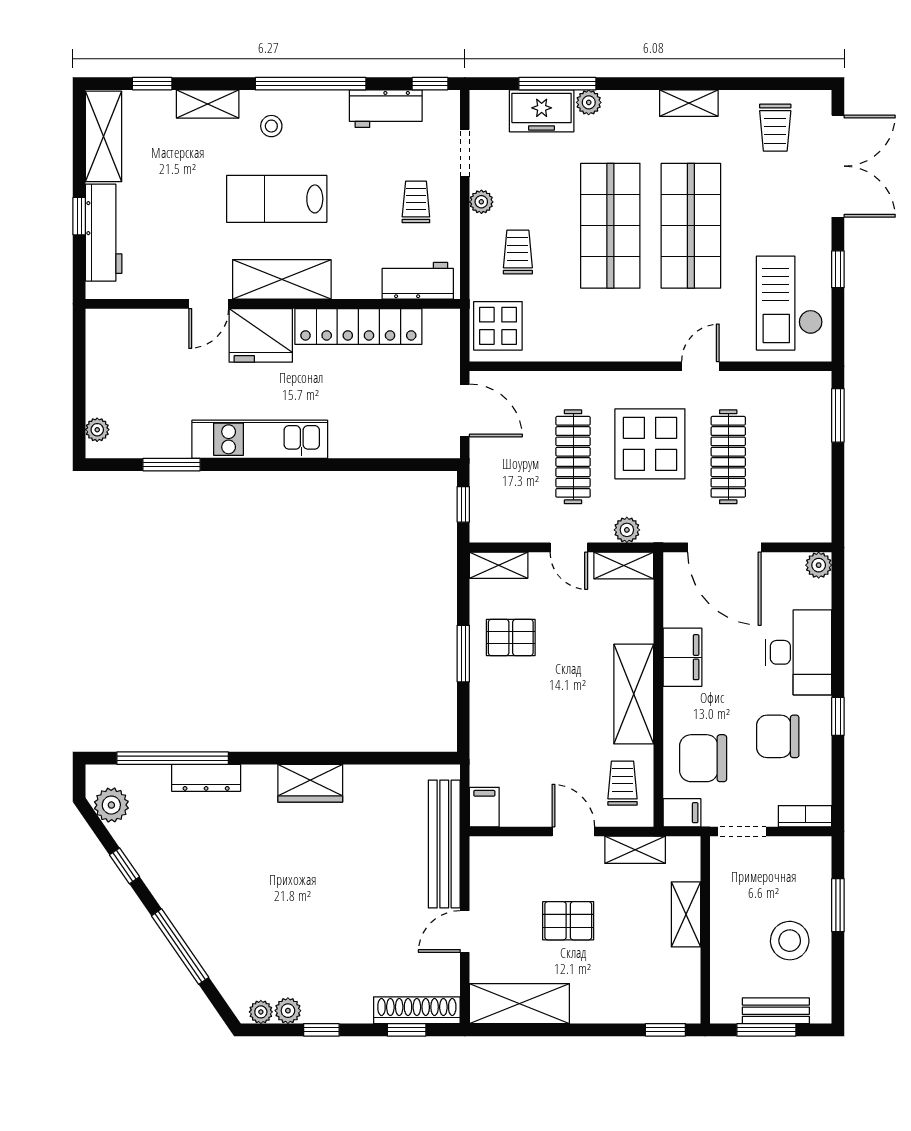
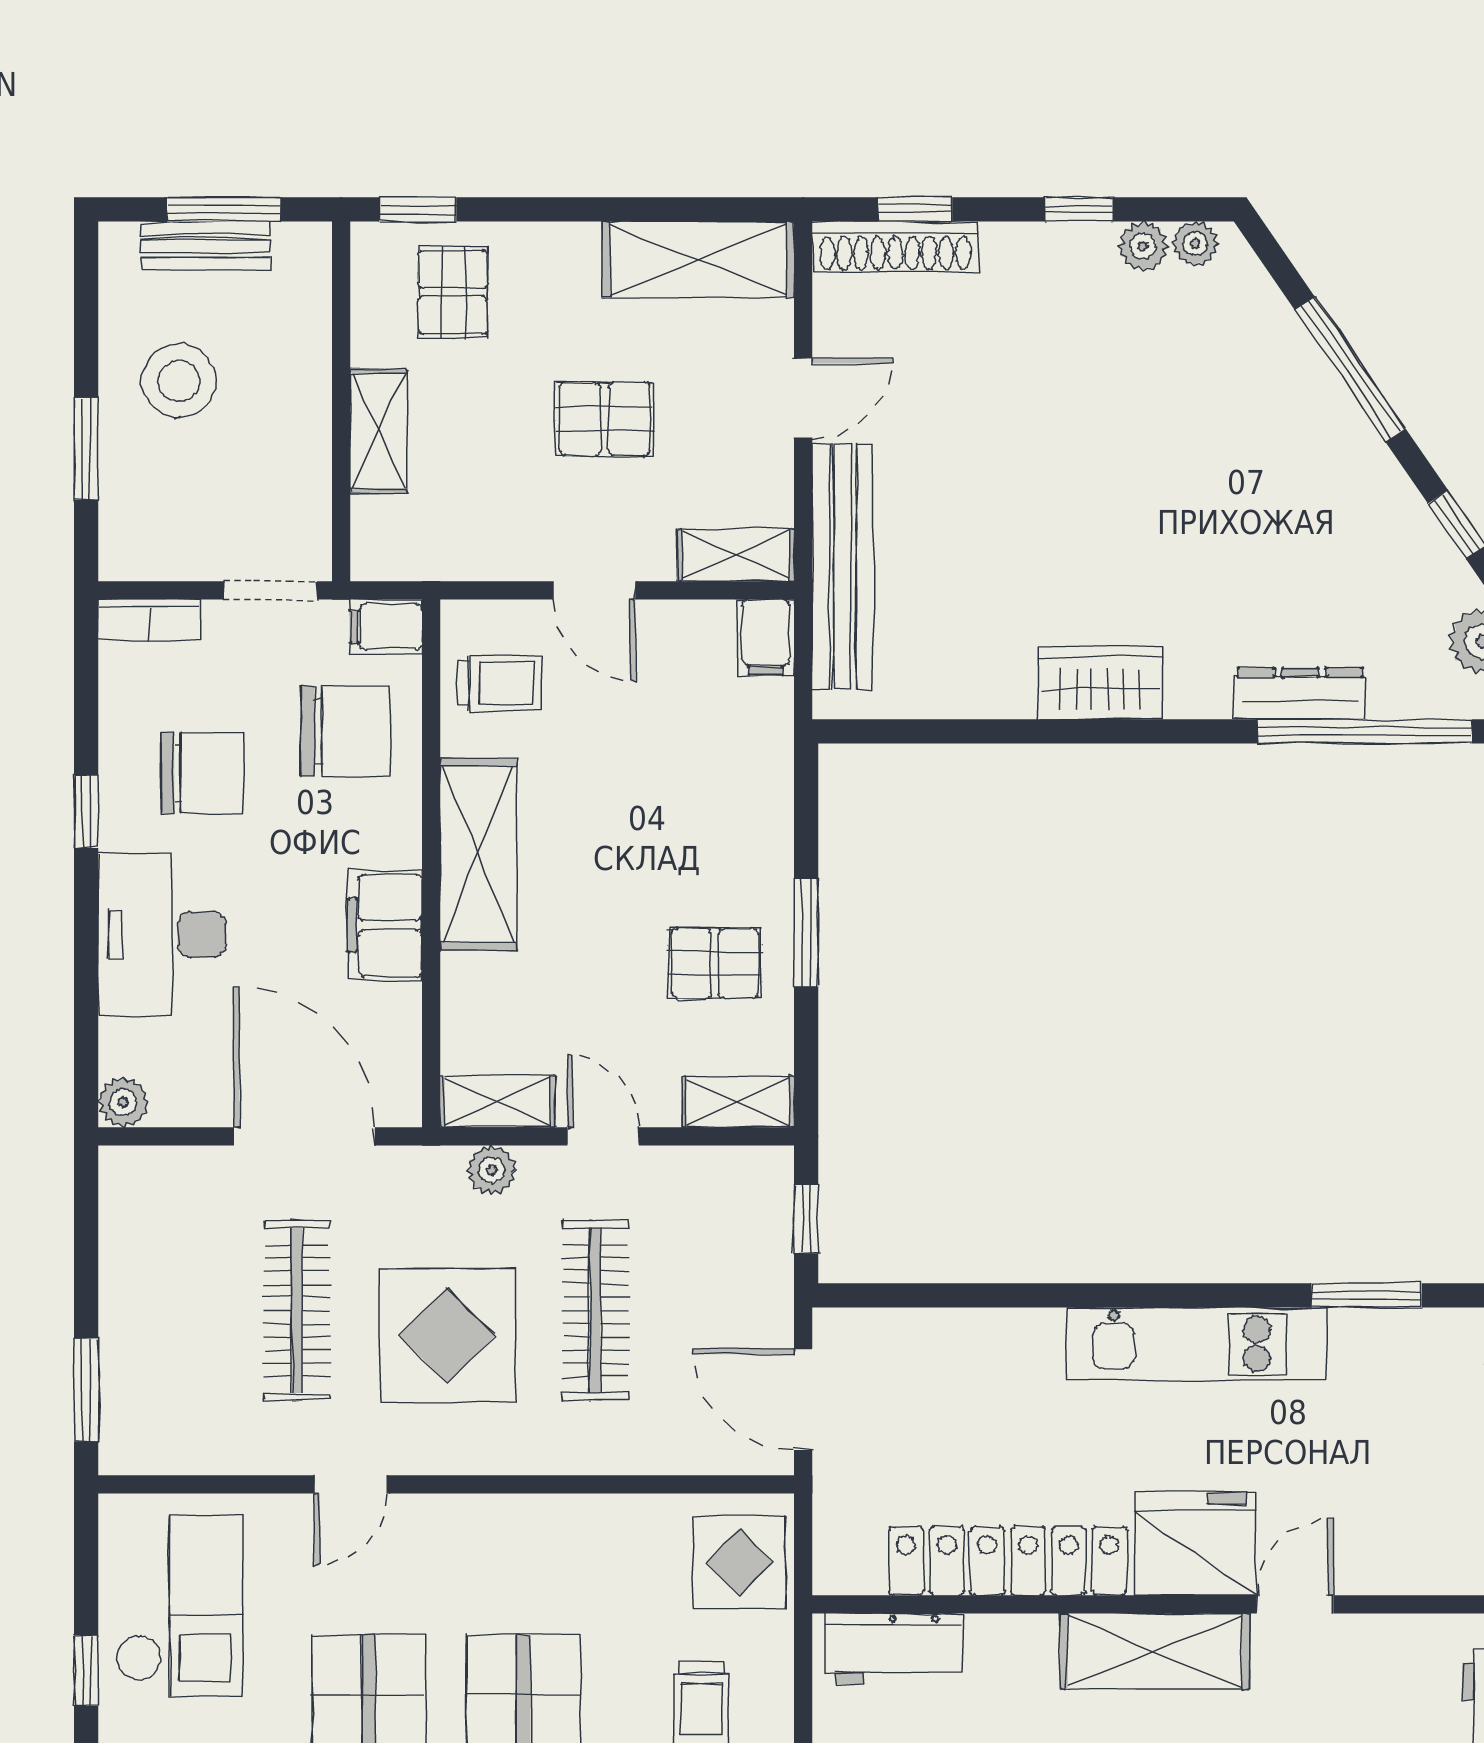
trolley: (623, 783) -> (500, 683), turned -90
shelving: (635, 850) -> (736, 555), moved
pallet: (647, 987) -> (453, 292), added

